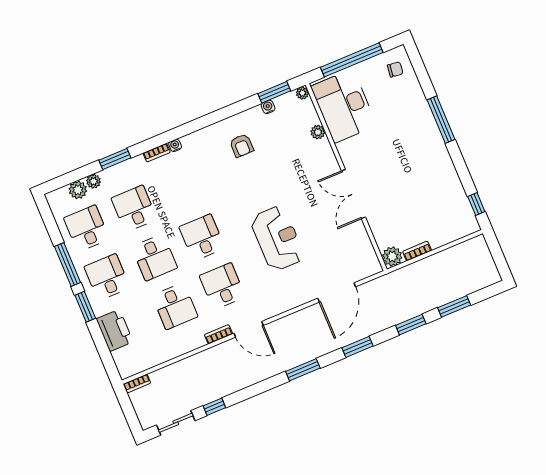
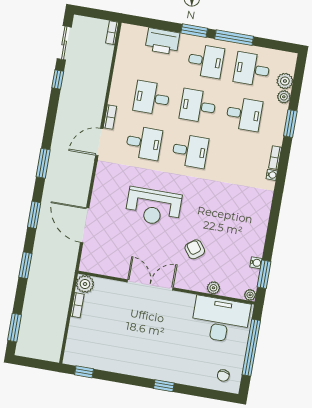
window: (441, 120) -> (164, 386), width x0.46
armchair: (242, 146) -> (195, 249), moved, turned 53
desk: (87, 228) -> (252, 69), turned 180
window: (454, 306) -> (14, 328), moved

